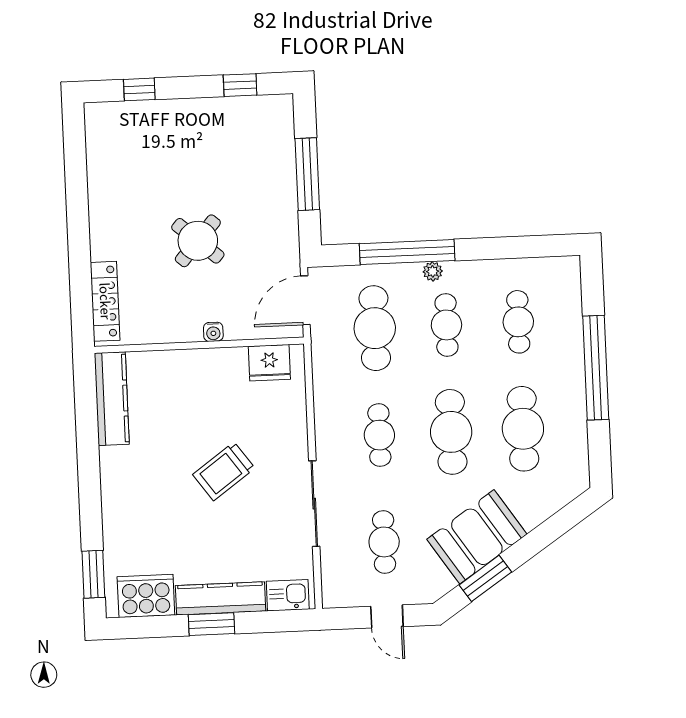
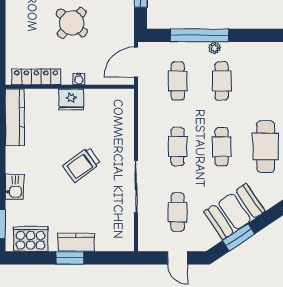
locker: (105, 301) -> (36, 77), moved, turned -90
cafe table: (518, 322) -> (266, 81), removed
cafe table: (375, 328) -> (178, 81), width x0.73, depth x0.74
fridge: (269, 363) -> (71, 99), moved
cafe table: (451, 432) -> (222, 147), width x0.73, depth x0.74
kitchen sink: (288, 595) -> (15, 187), moved, turned 90
kitchen counter: (221, 598) -> (76, 242), width x0.67

